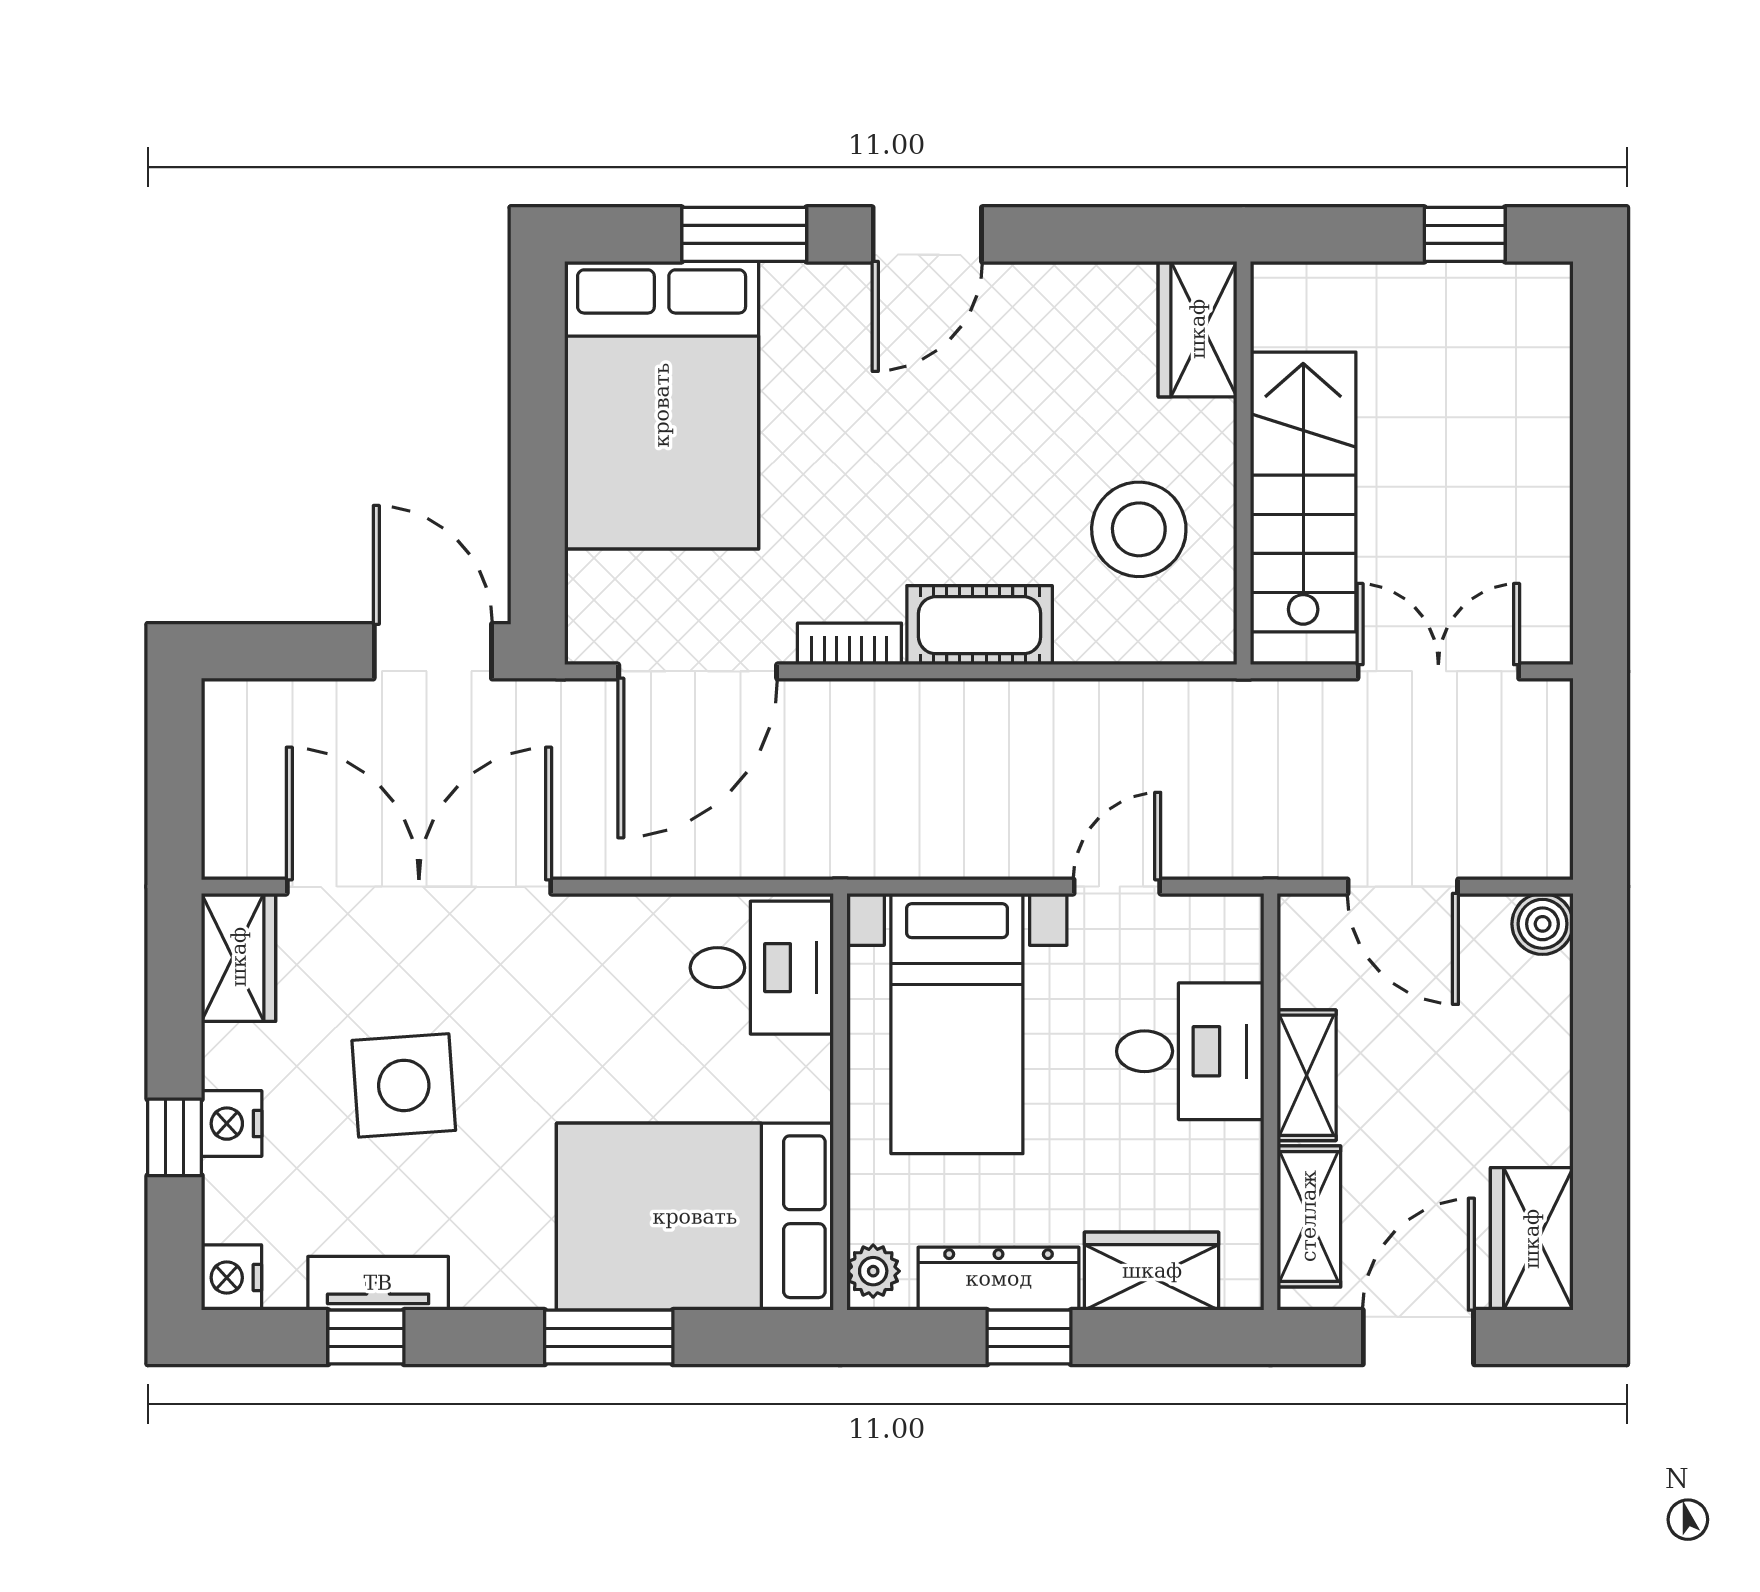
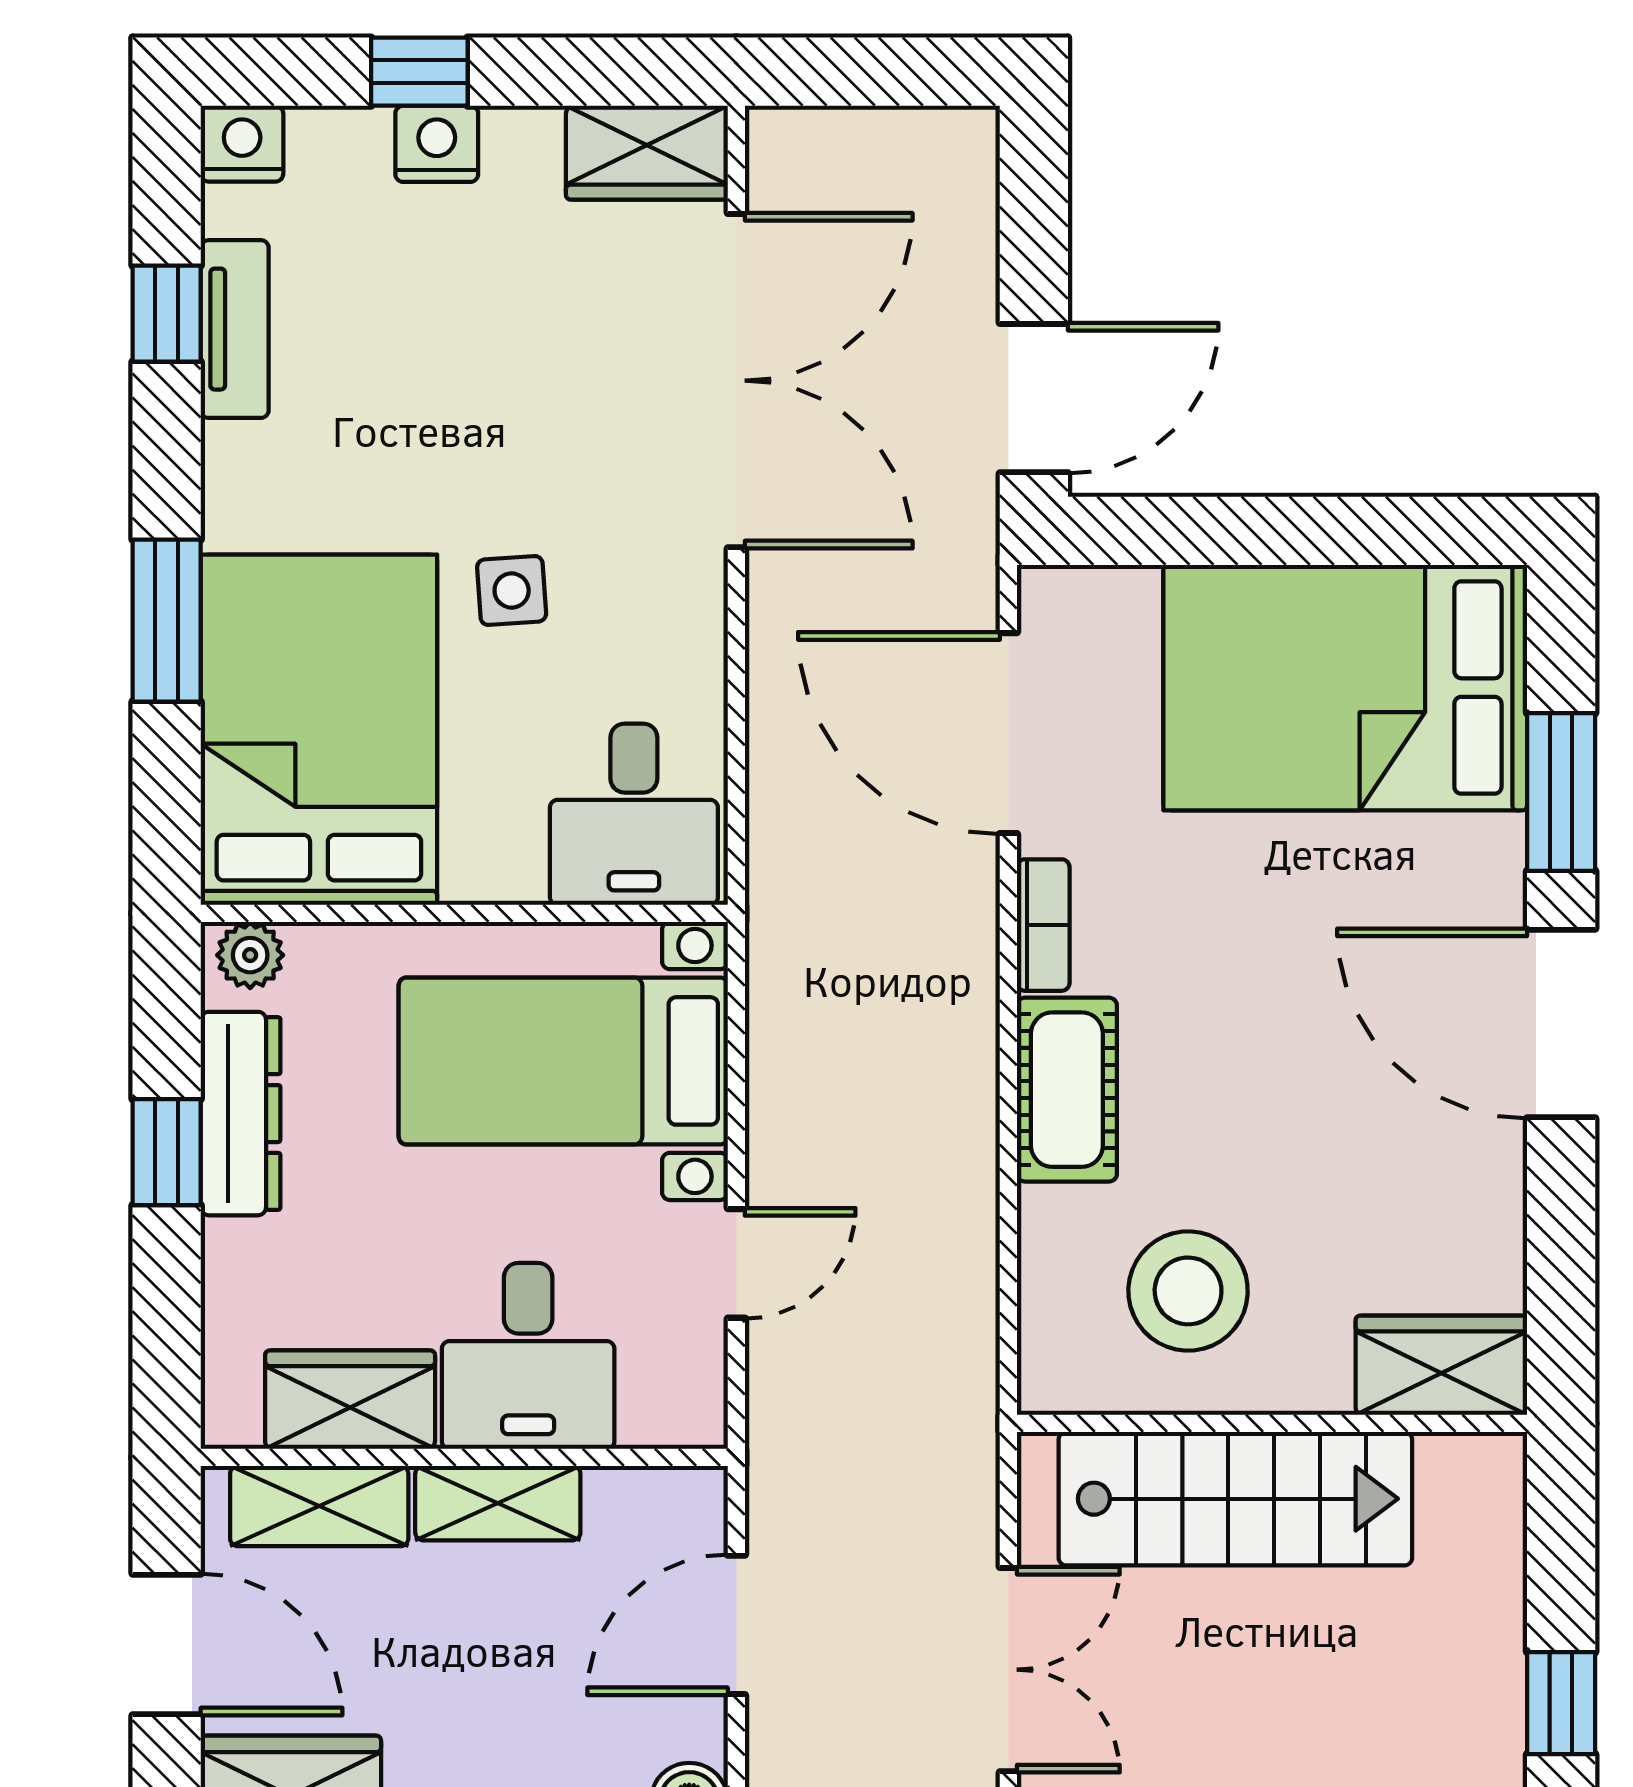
door: (927, 234) -> (1561, 1023), width x1.36
door: (1117, 887) -> (736, 1263), hinge flipped
side table: (404, 1085) -> (512, 590), moved, width x0.54, depth x0.54
wardrobe: (1152, 1271) -> (350, 1400), moved, turned -90

